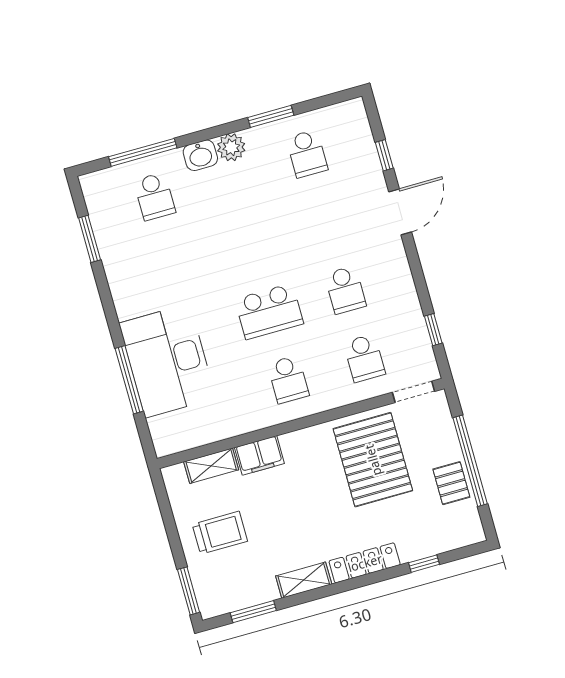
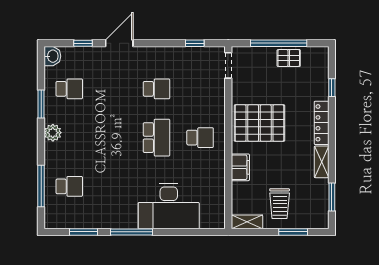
washbasin: (200, 155) -> (52, 56), moved
door: (400, 212) -> (119, 43), hinge flipped
school desk: (364, 358) -> (200, 89), removed
window: (129, 380) -> (132, 232), moved
pallet: (373, 460) -> (259, 123), moved
shelving: (211, 466) -> (247, 222), moved, turned 90
trolley: (220, 533) -> (280, 204), turned 180
window: (189, 591) -> (293, 232), moved

